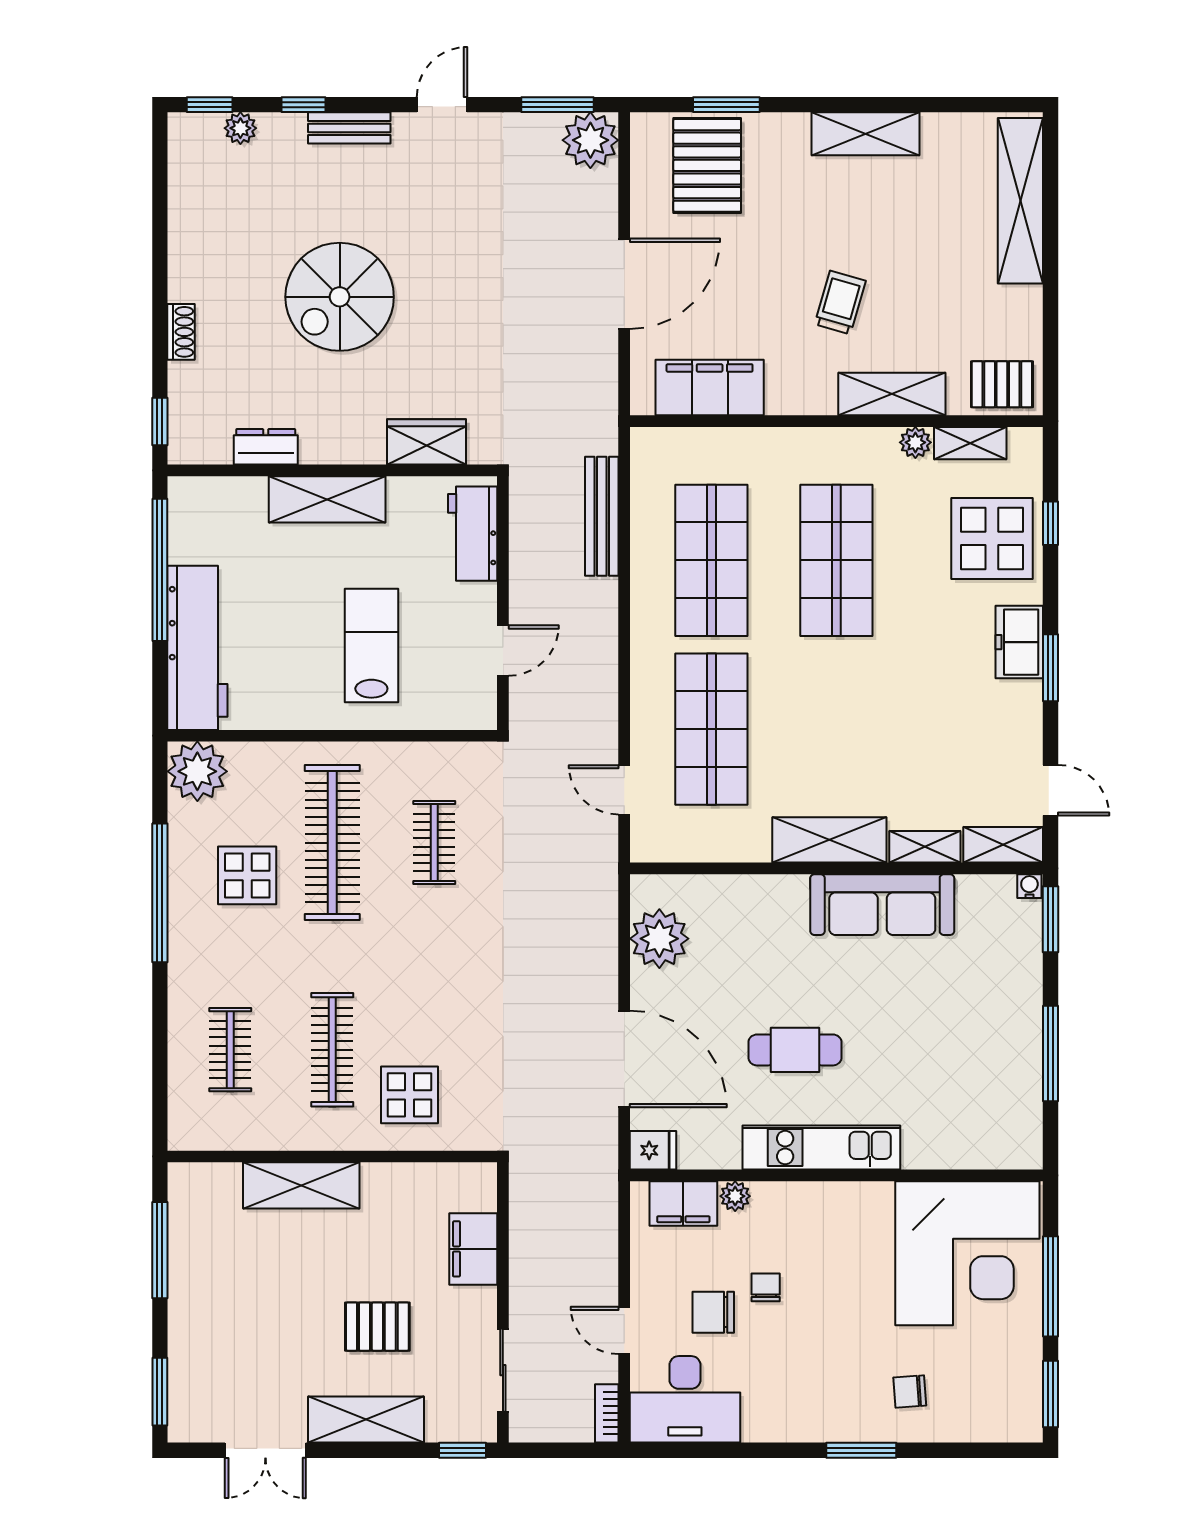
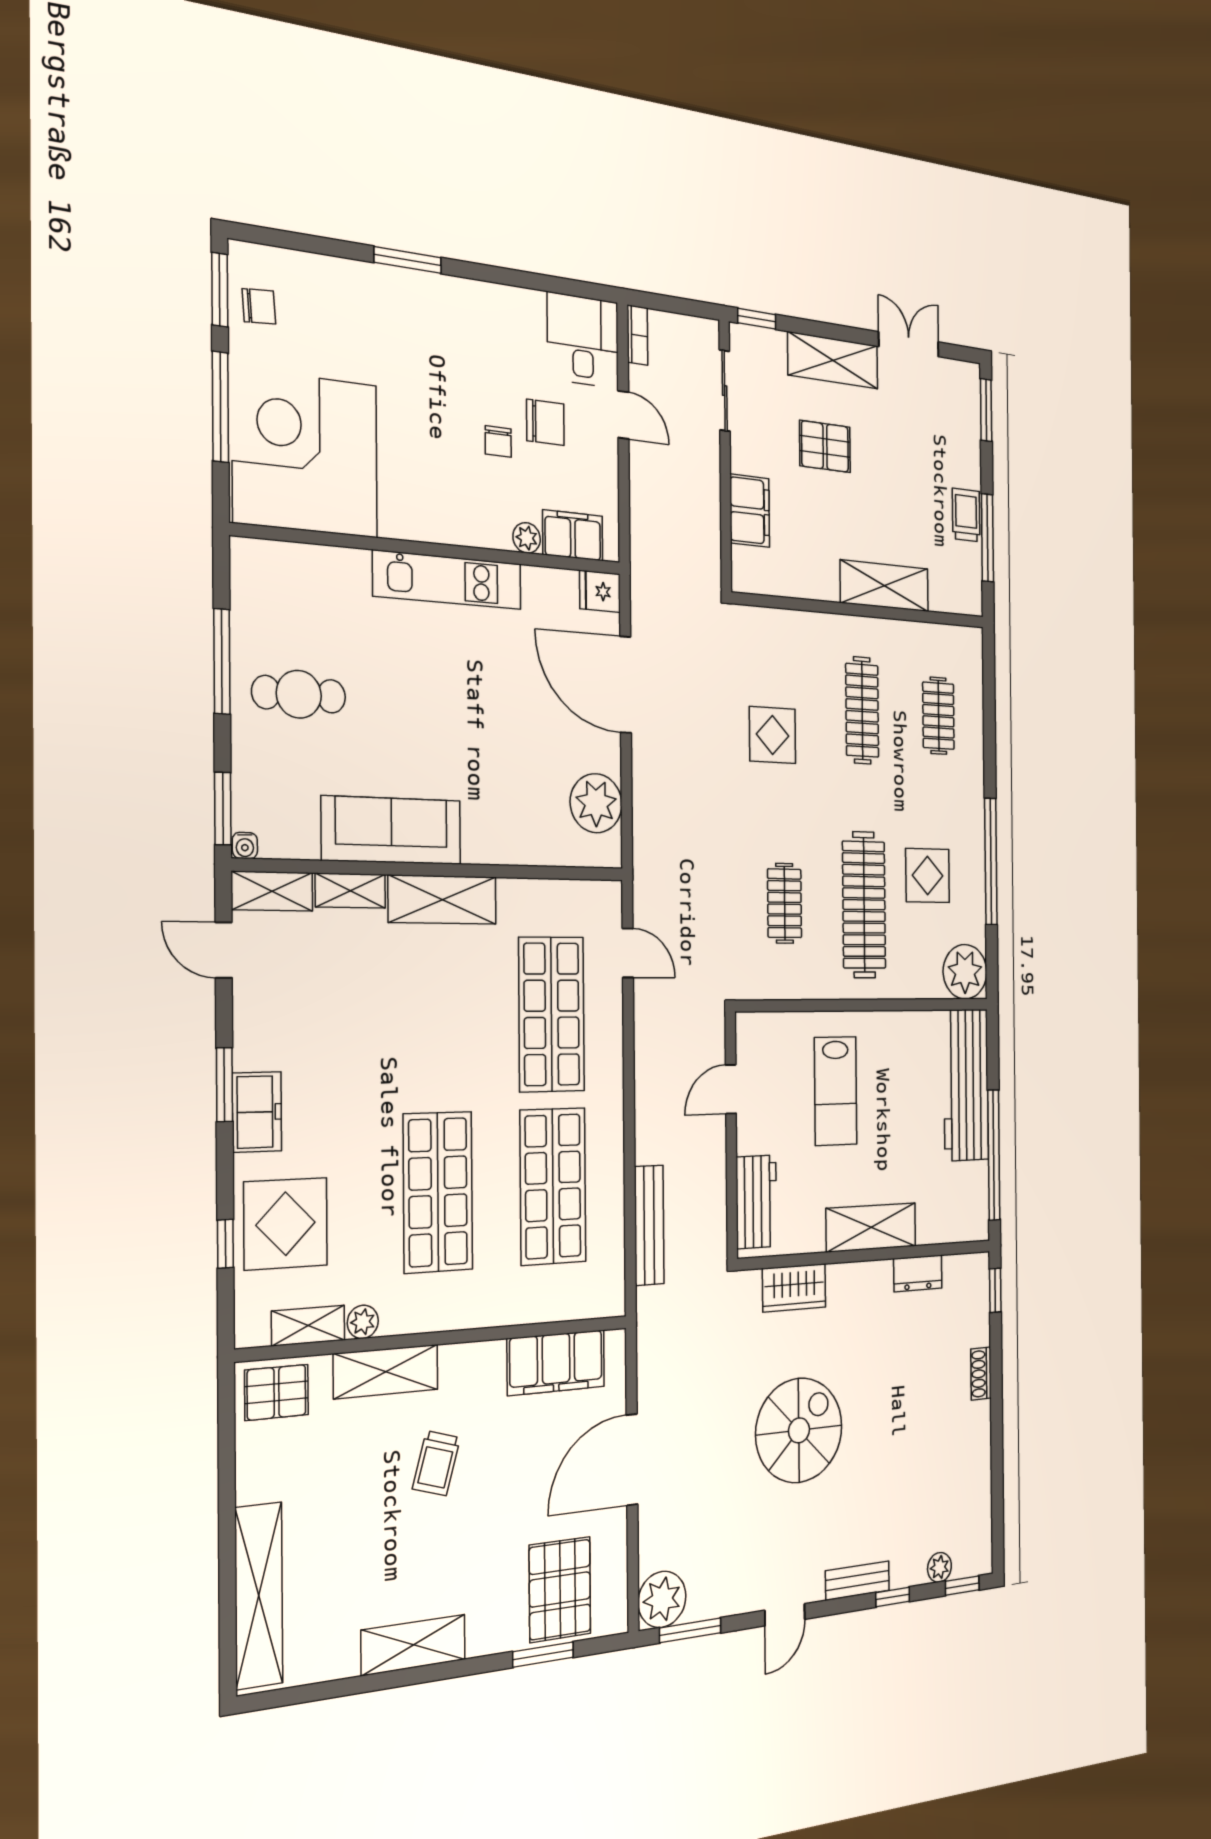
spiral stairs: (340, 297) -> (799, 1430), moved
cafe table: (795, 1050) -> (299, 694), moved
display table: (409, 1095) -> (772, 735), moved
trolley: (189, 1272) -> (966, 515), added
chair: (910, 1392) -> (259, 306), moved
desk: (685, 1399) -> (583, 340), width x0.73

